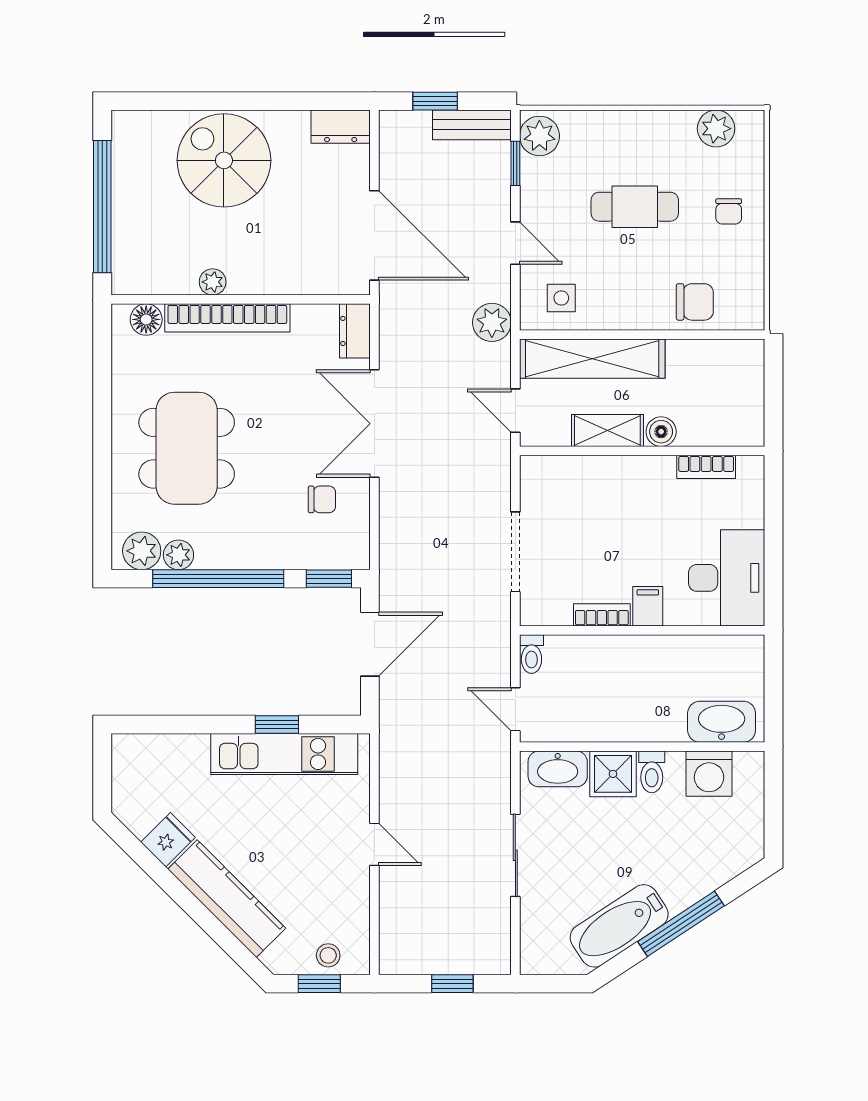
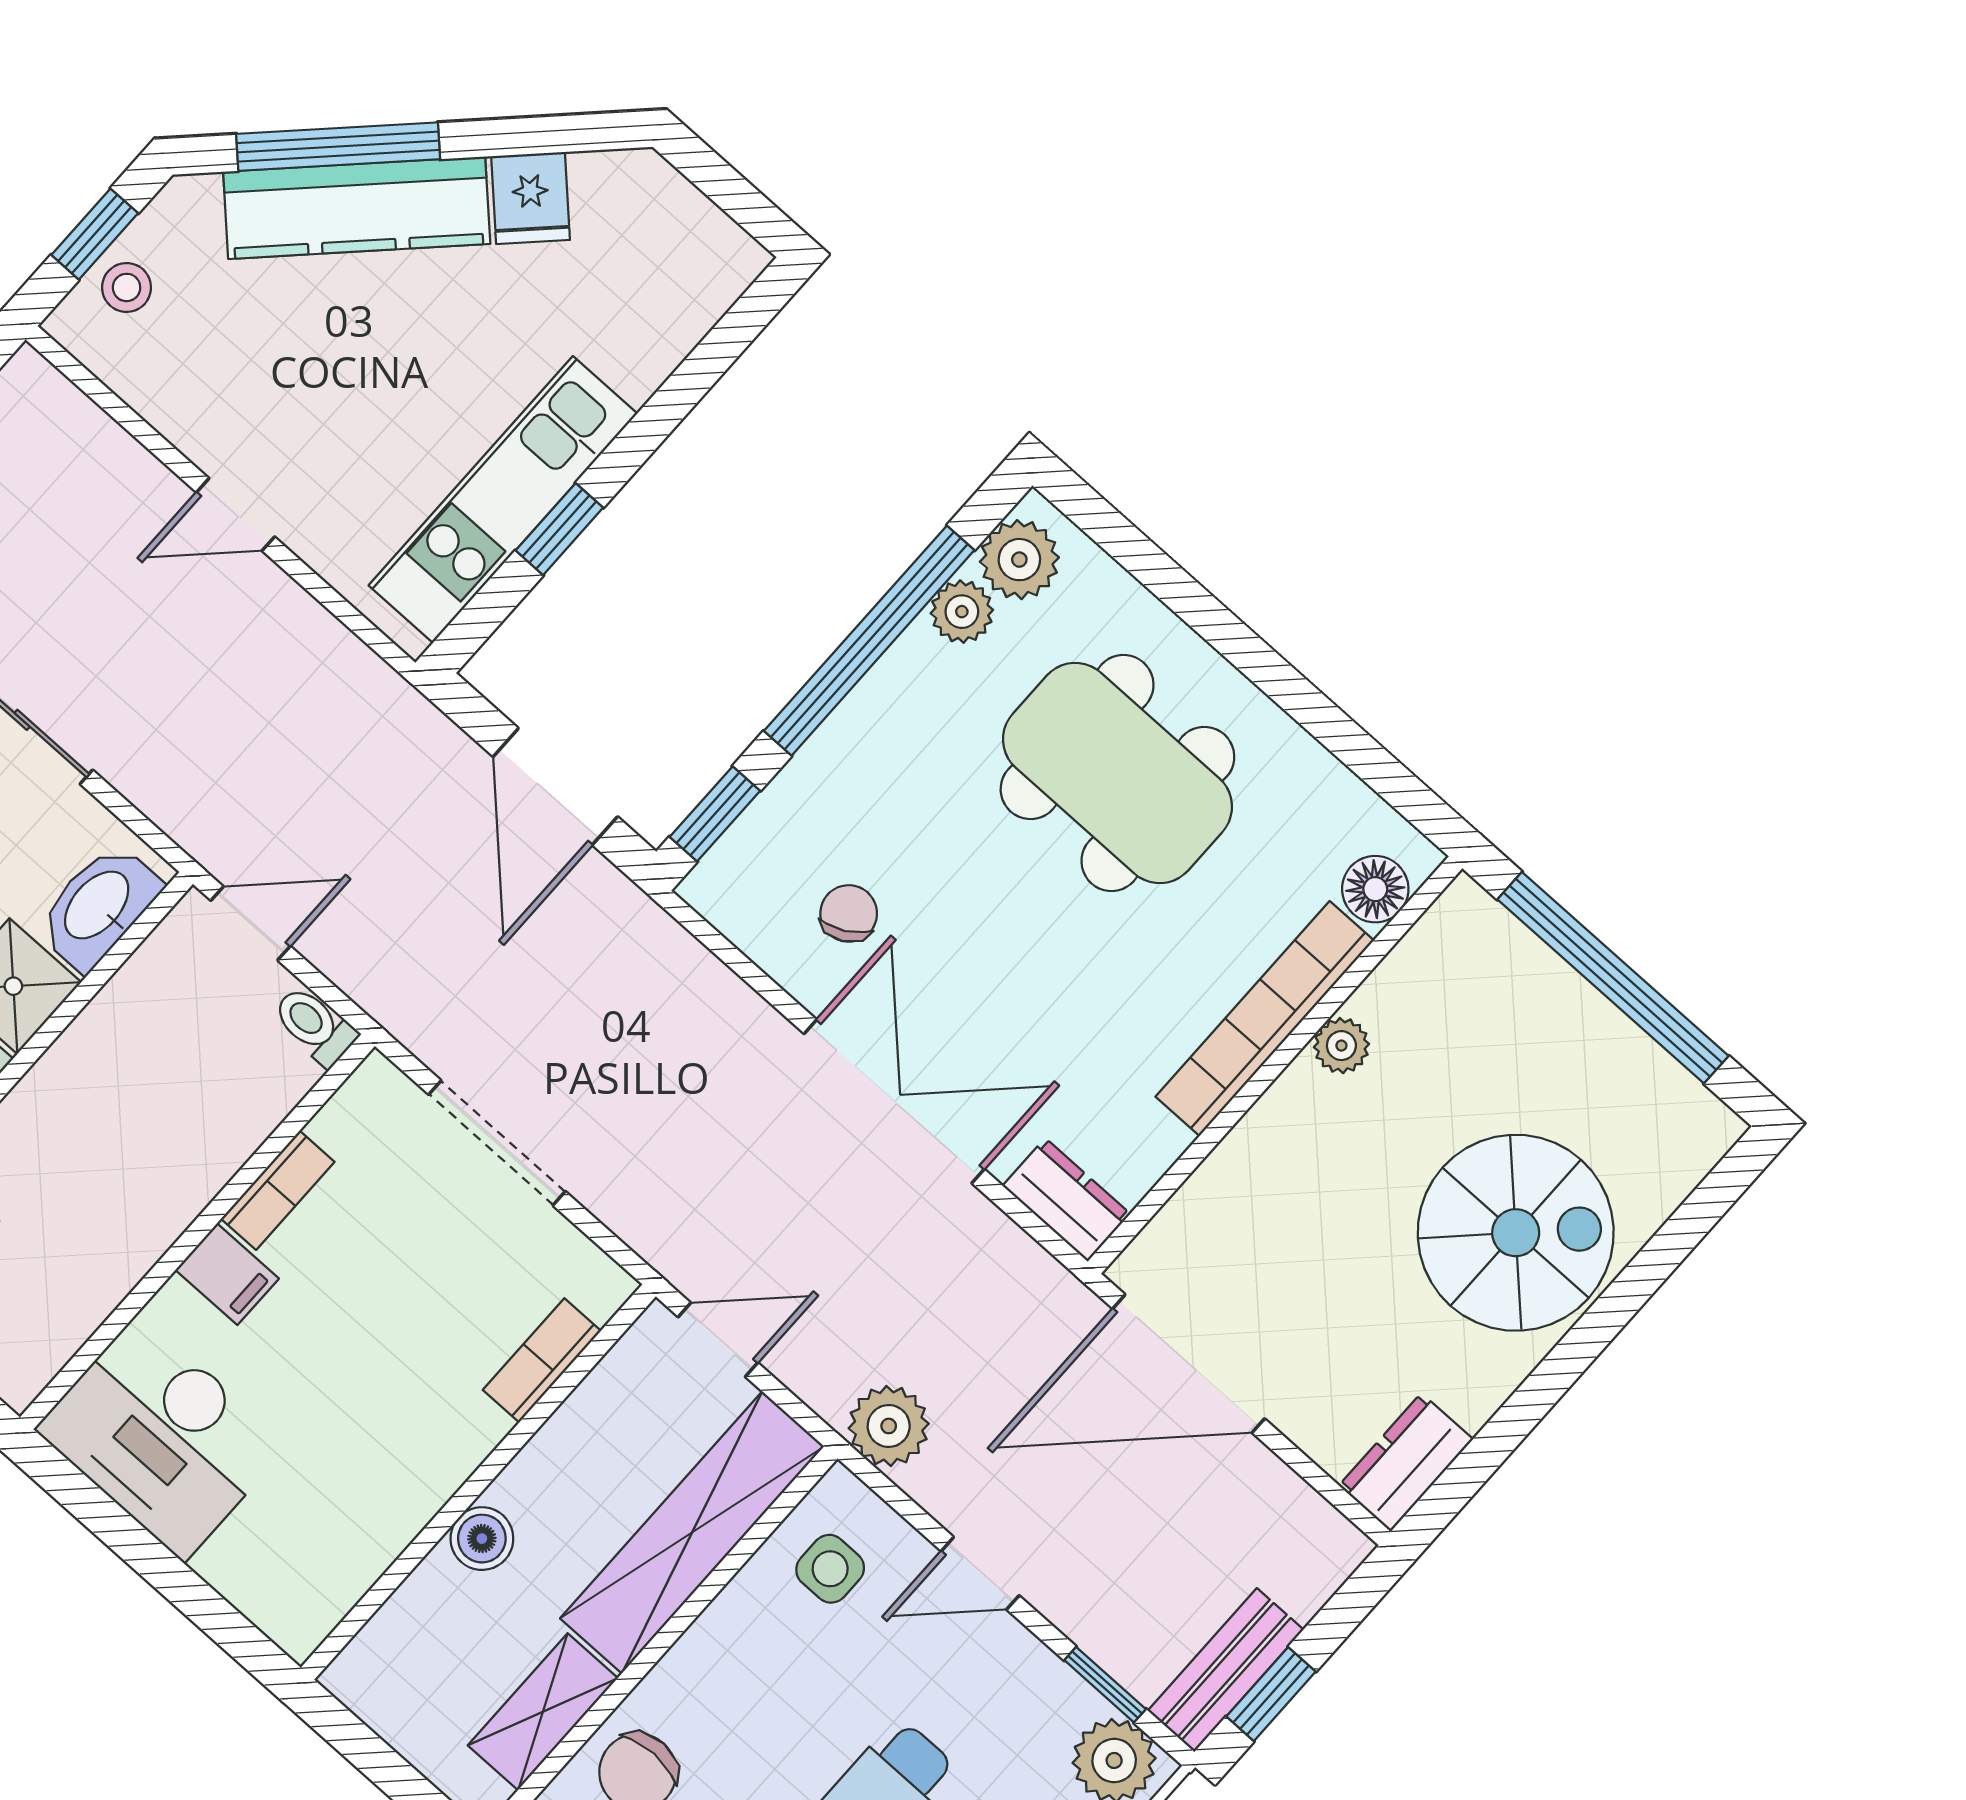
window: (435, 101) -> (1271, 1694), moved
shelving: (607, 430) -> (543, 1712), moved
bookcase: (706, 467) -> (542, 1360), moved
chair: (322, 499) -> (849, 913), turned 151
window: (211, 925) -> (338, 147), added

